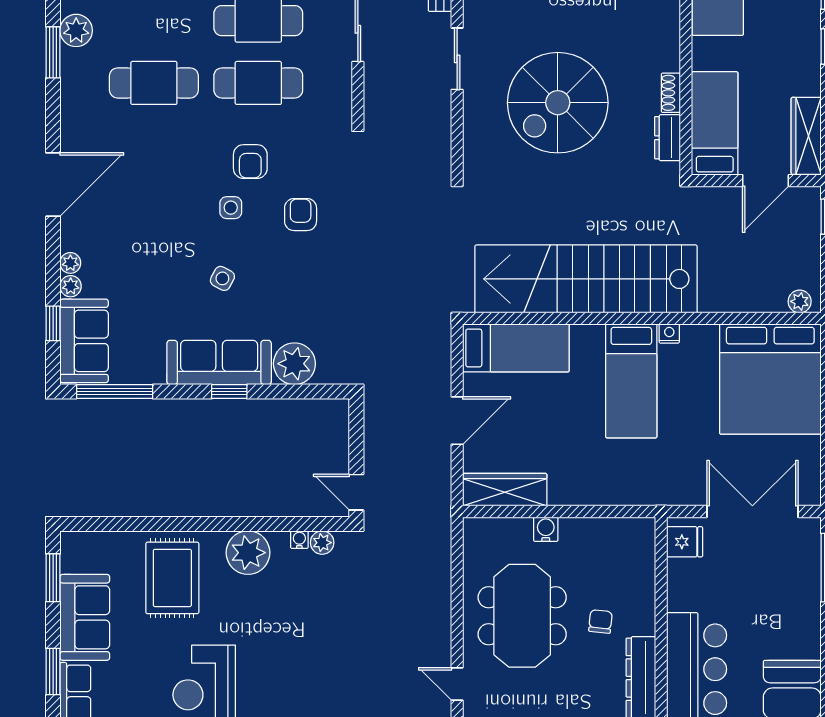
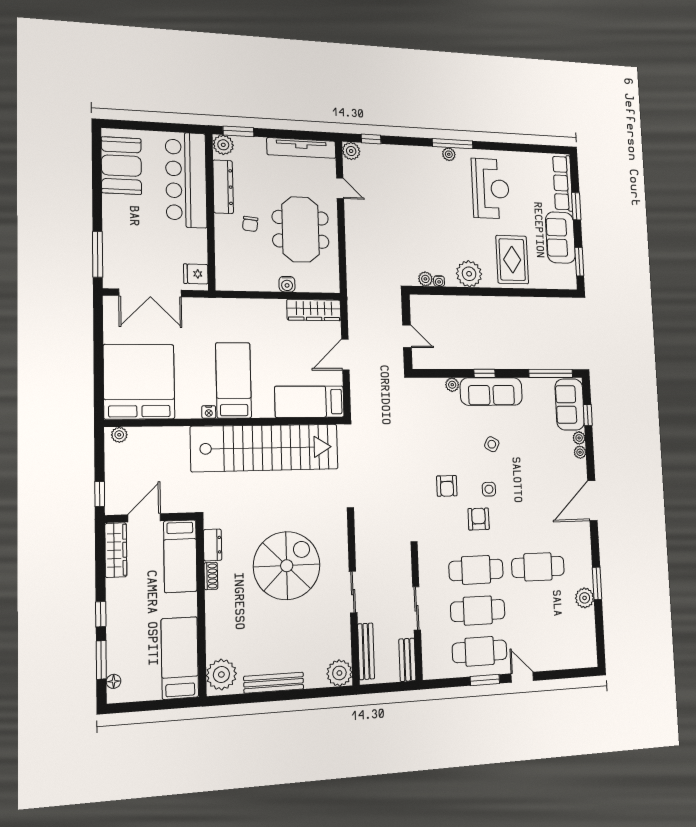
plant: (294, 364) -> (452, 385), width x0.53, depth x0.53
door: (356, 492) -> (407, 336), moved

